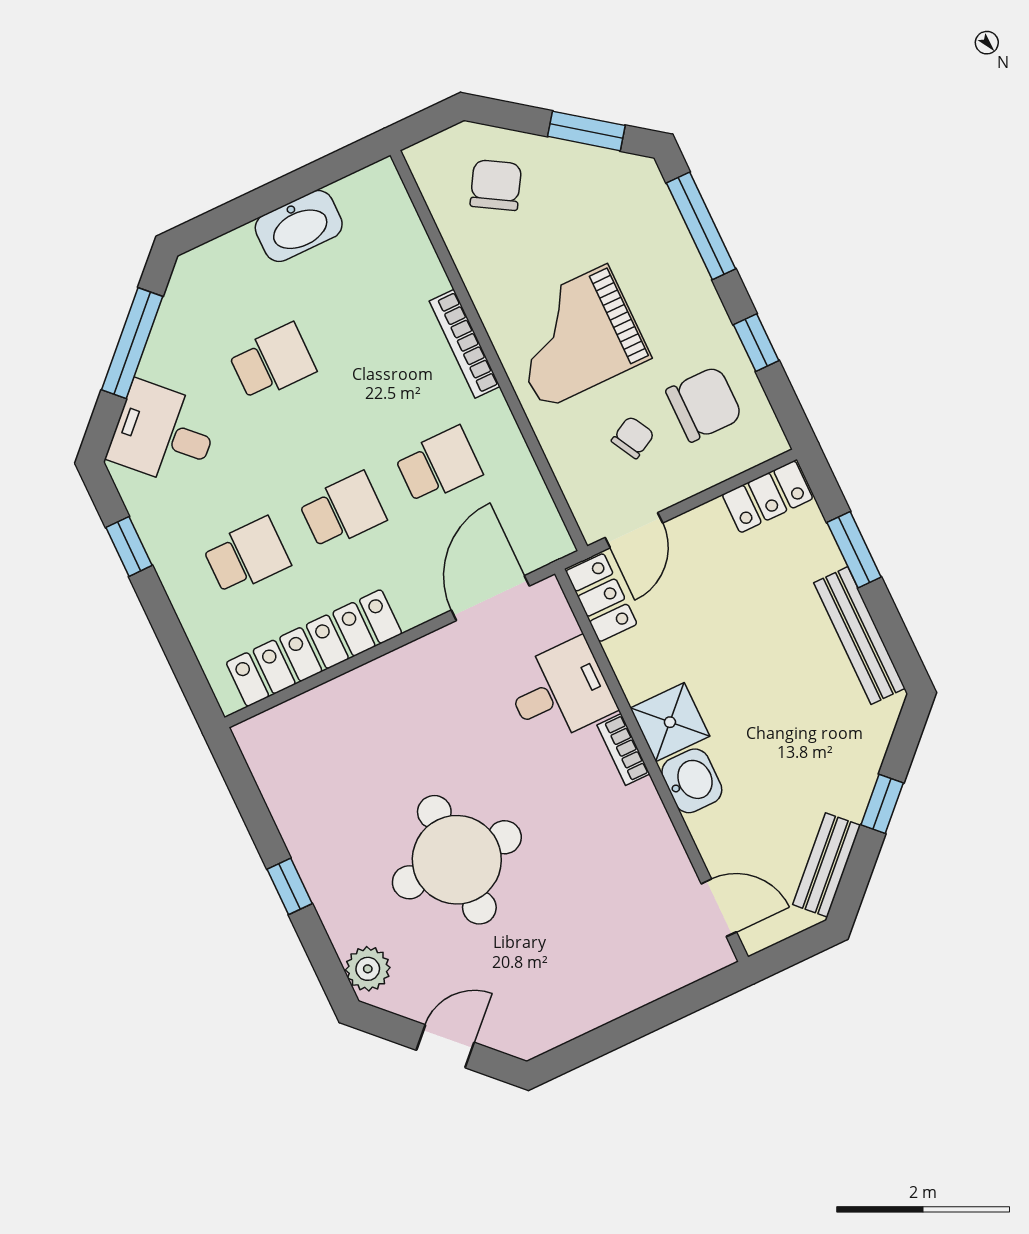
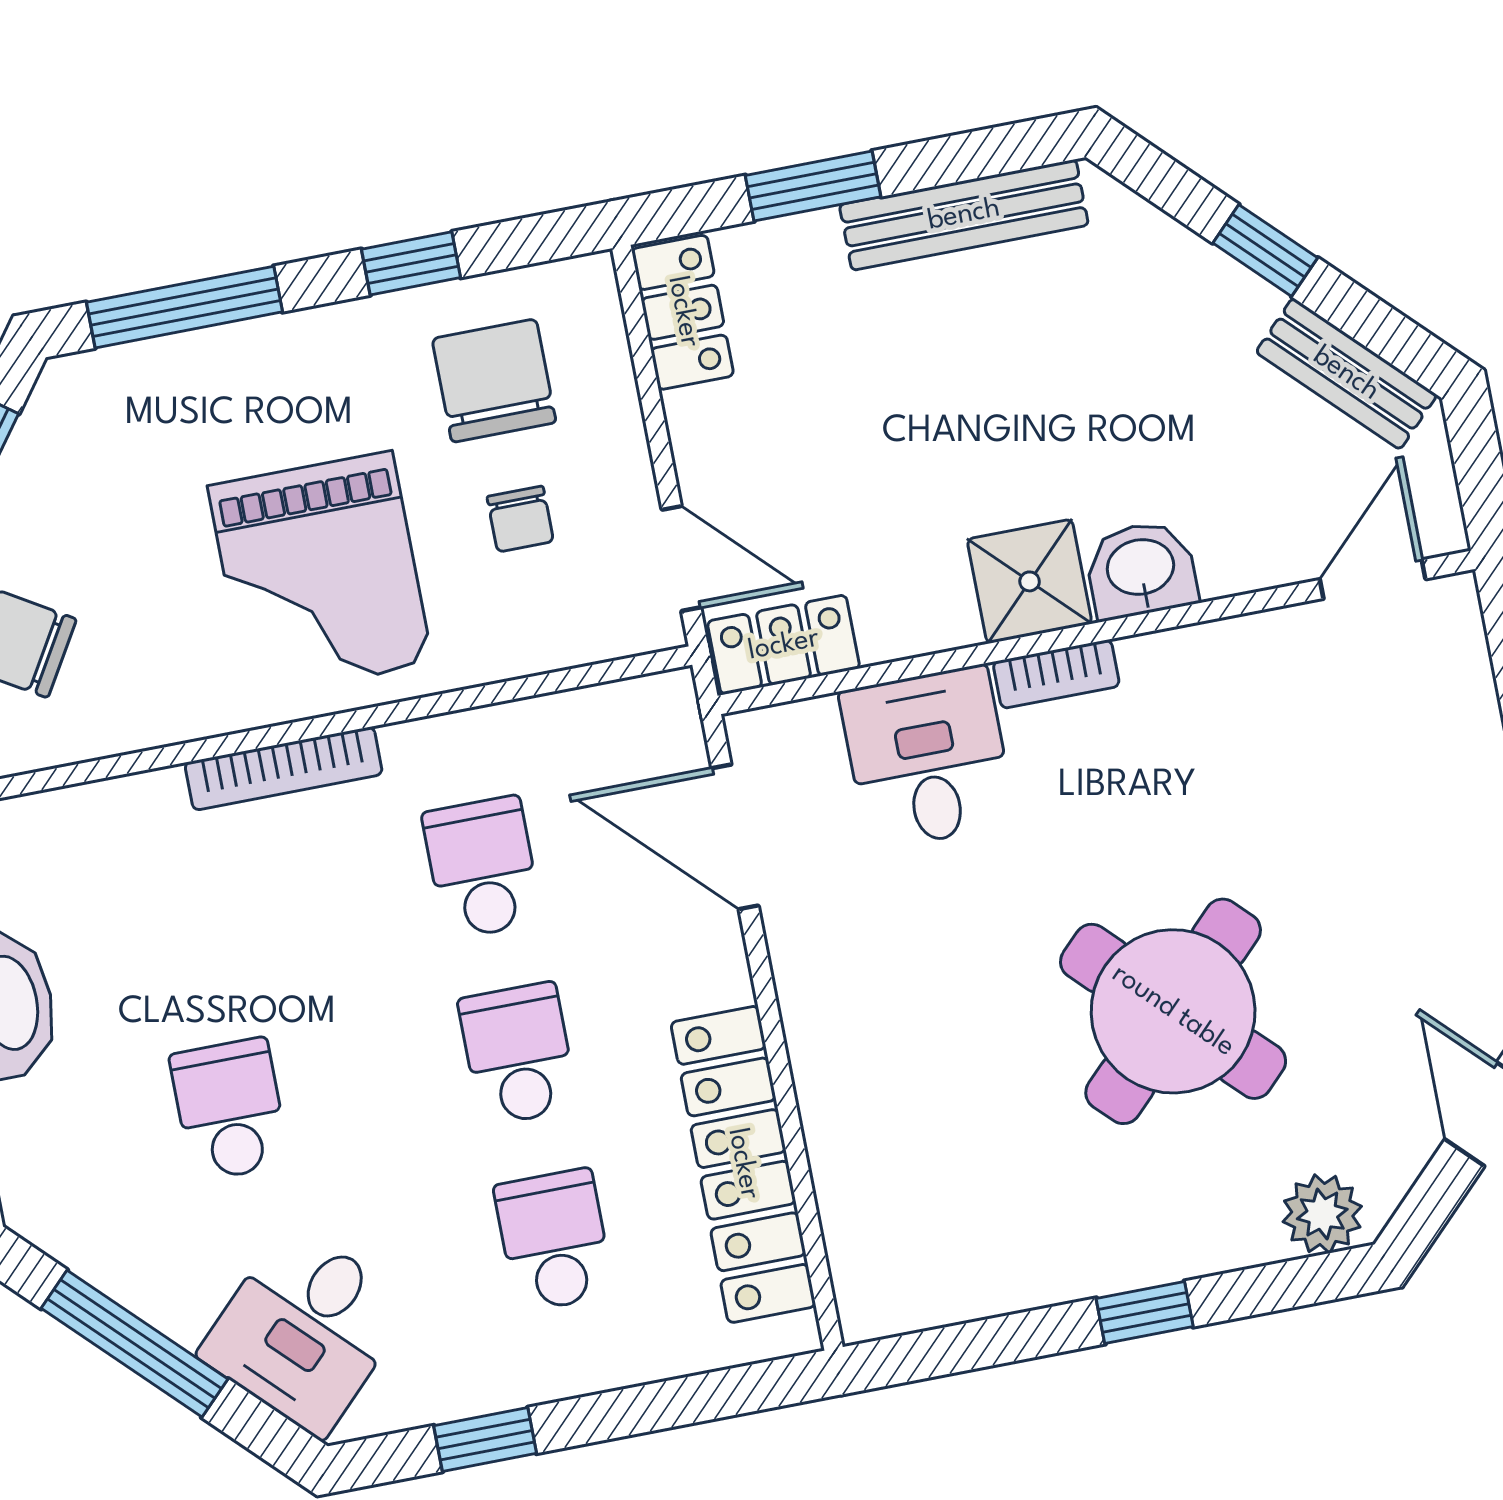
chair: (633, 437) -> (520, 519), turned -151
round table: (457, 860) -> (1173, 1011), turned 45

